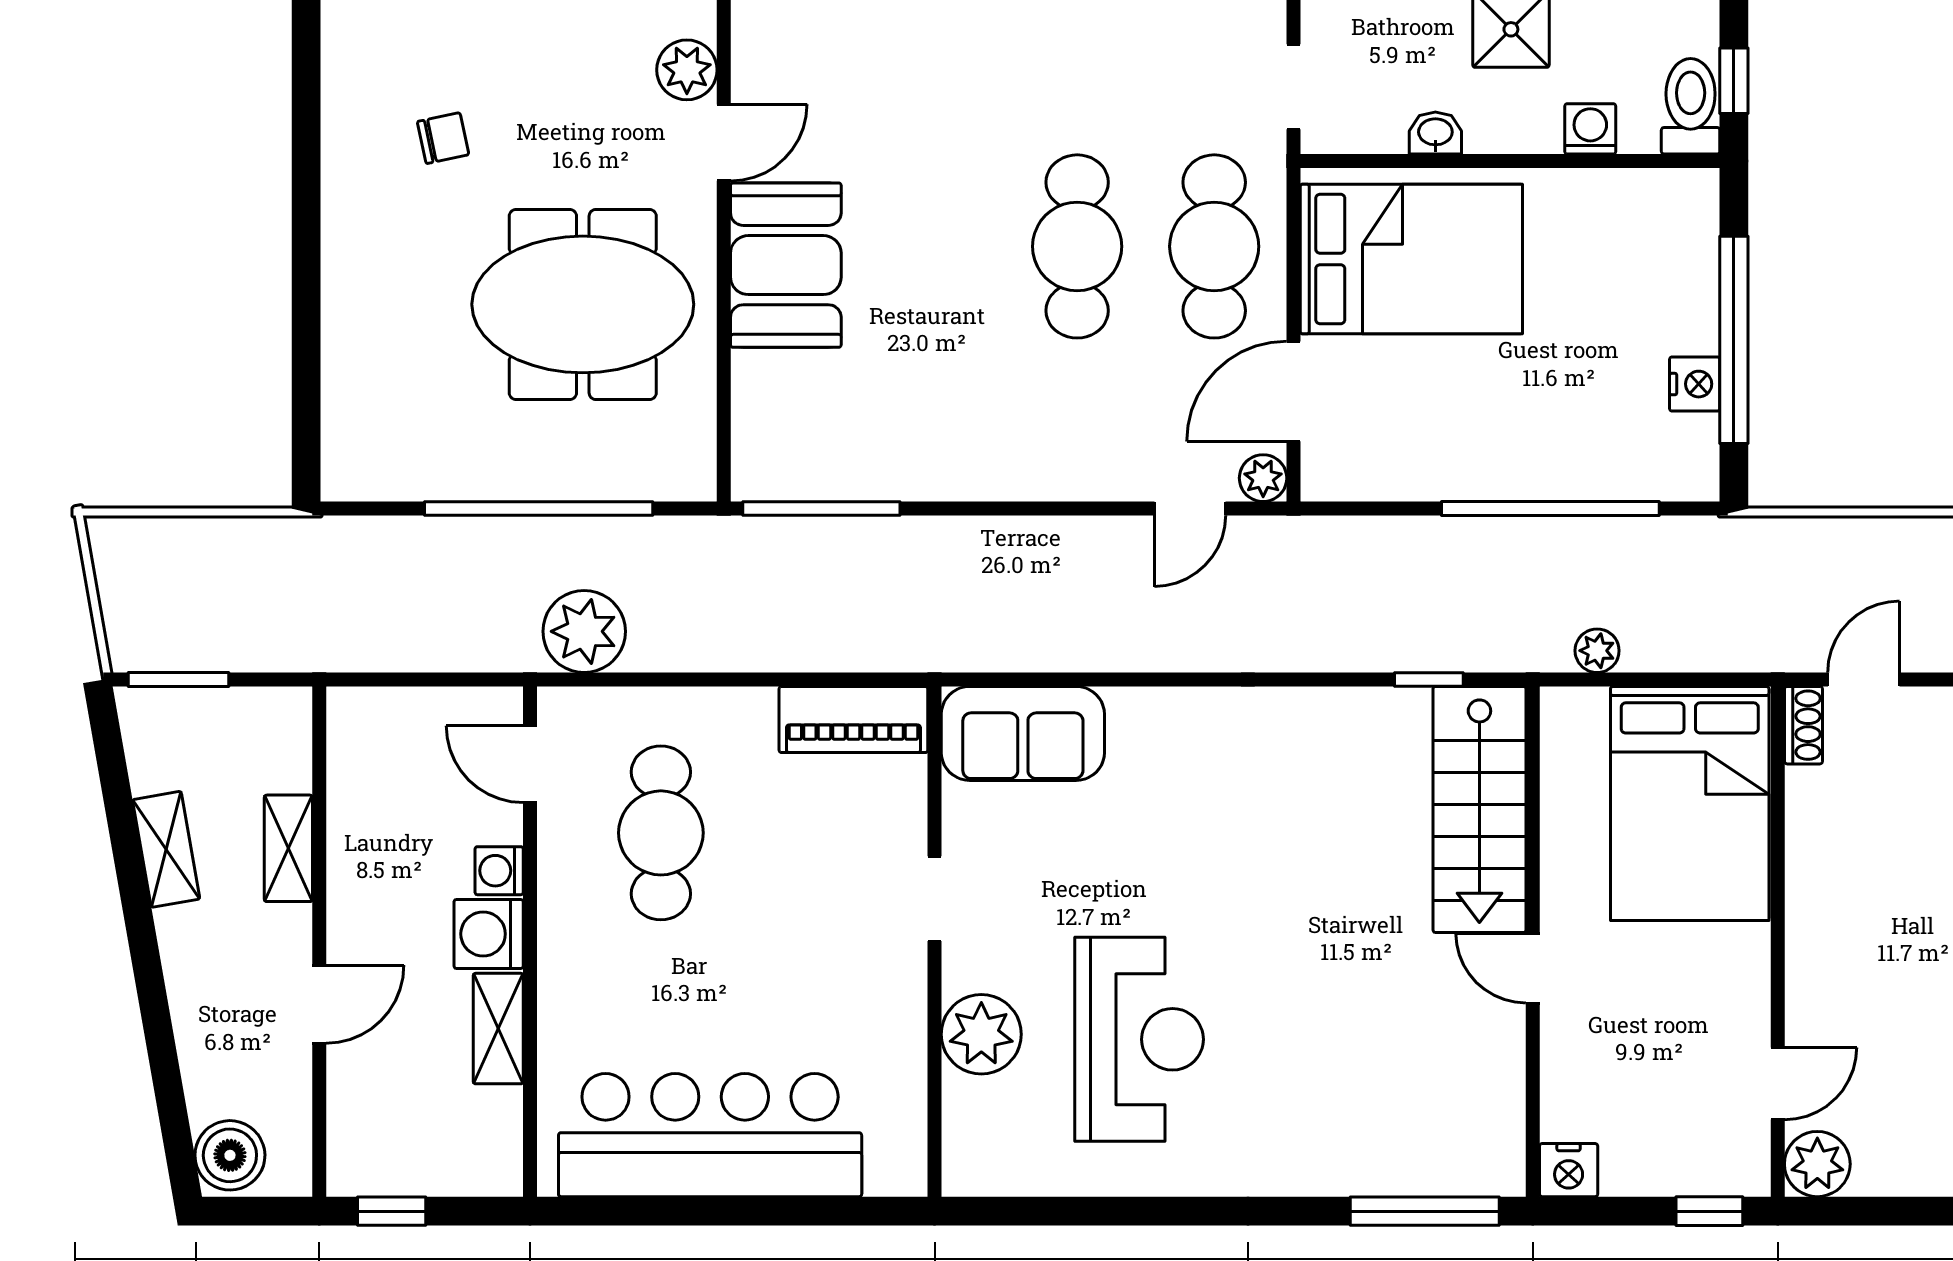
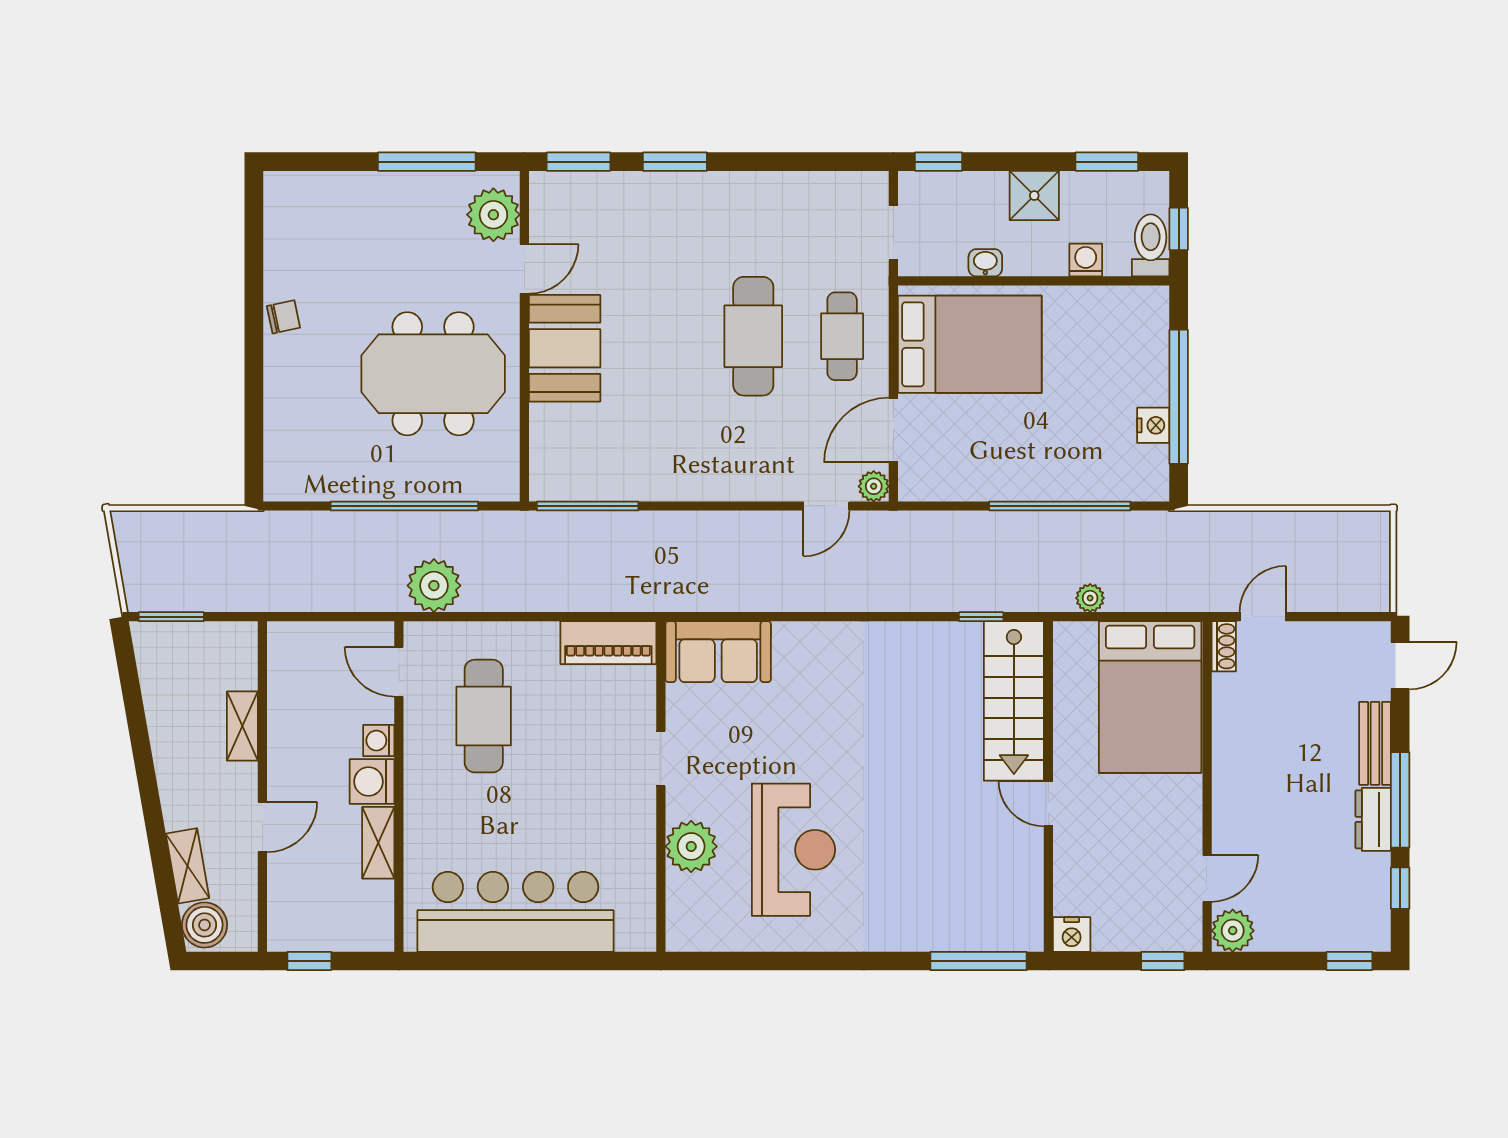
plant: (687, 70) -> (493, 215), width x1.36, depth x1.36
chair: (443, 138) -> (283, 317), moved
cafe table: (1214, 246) -> (842, 336), width x0.73, depth x0.74
shelving: (166, 849) -> (187, 866), moved

